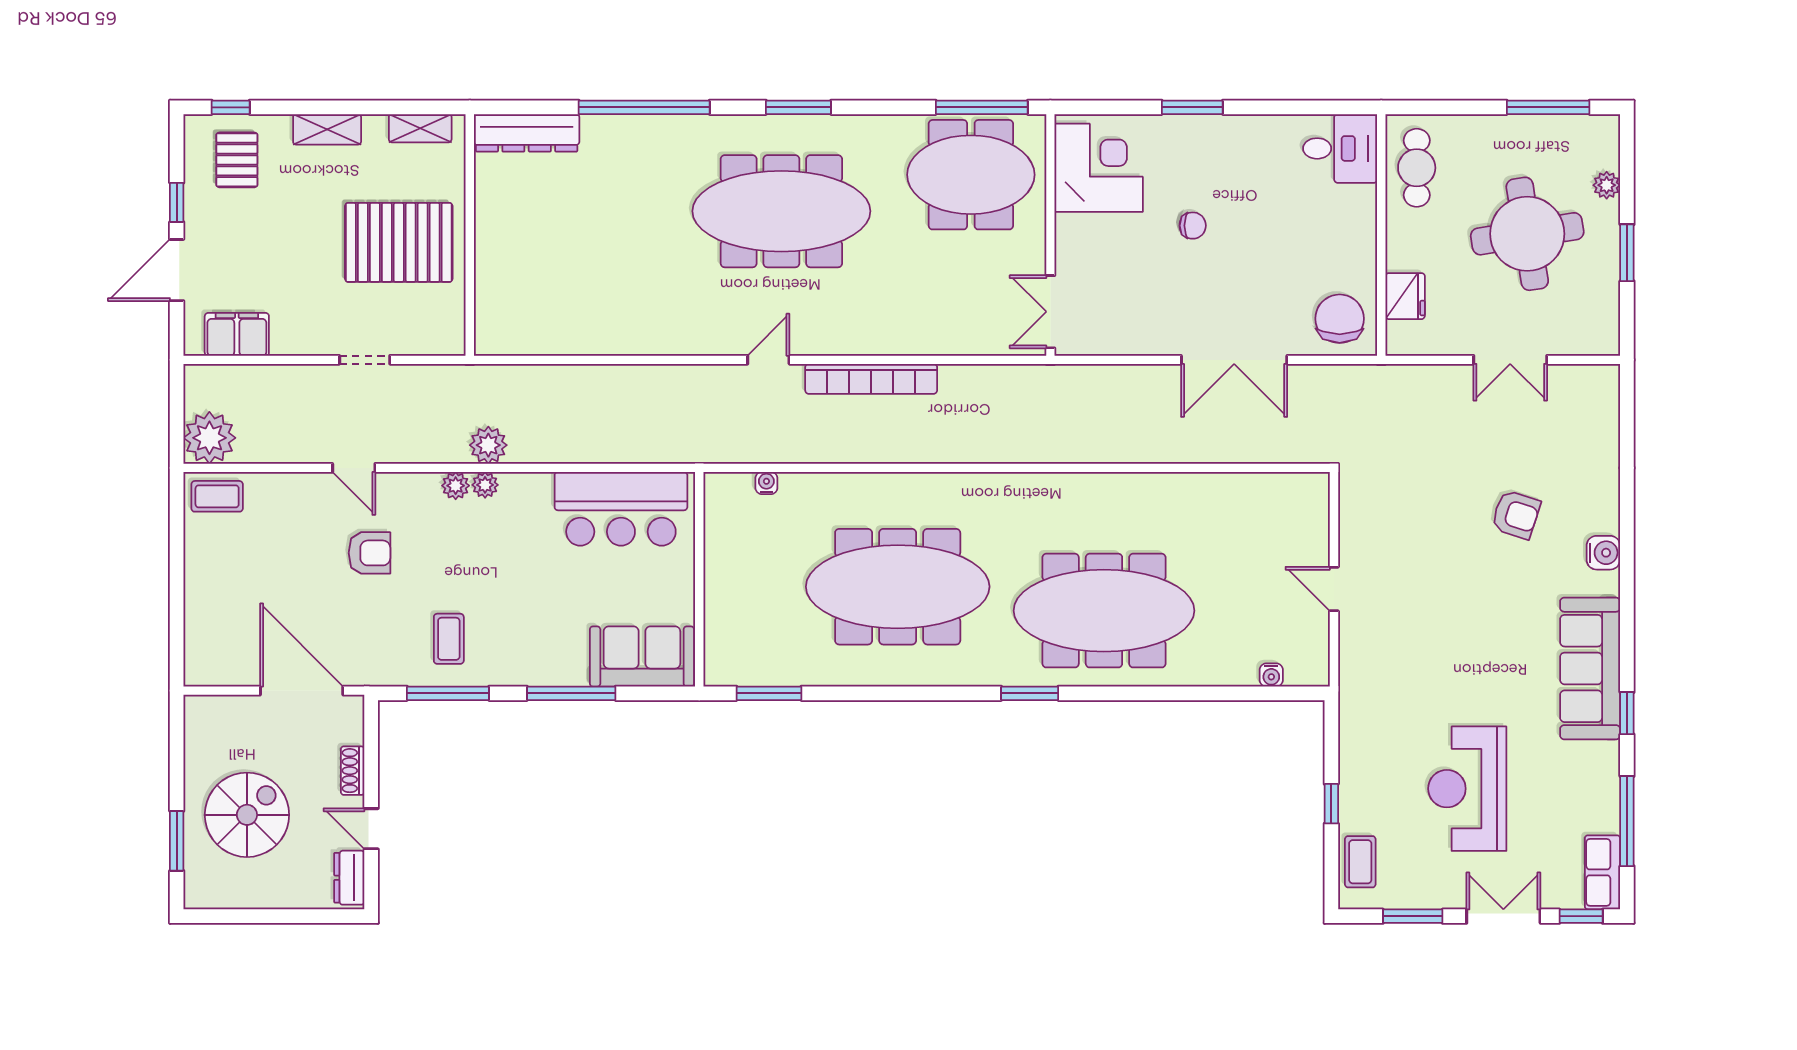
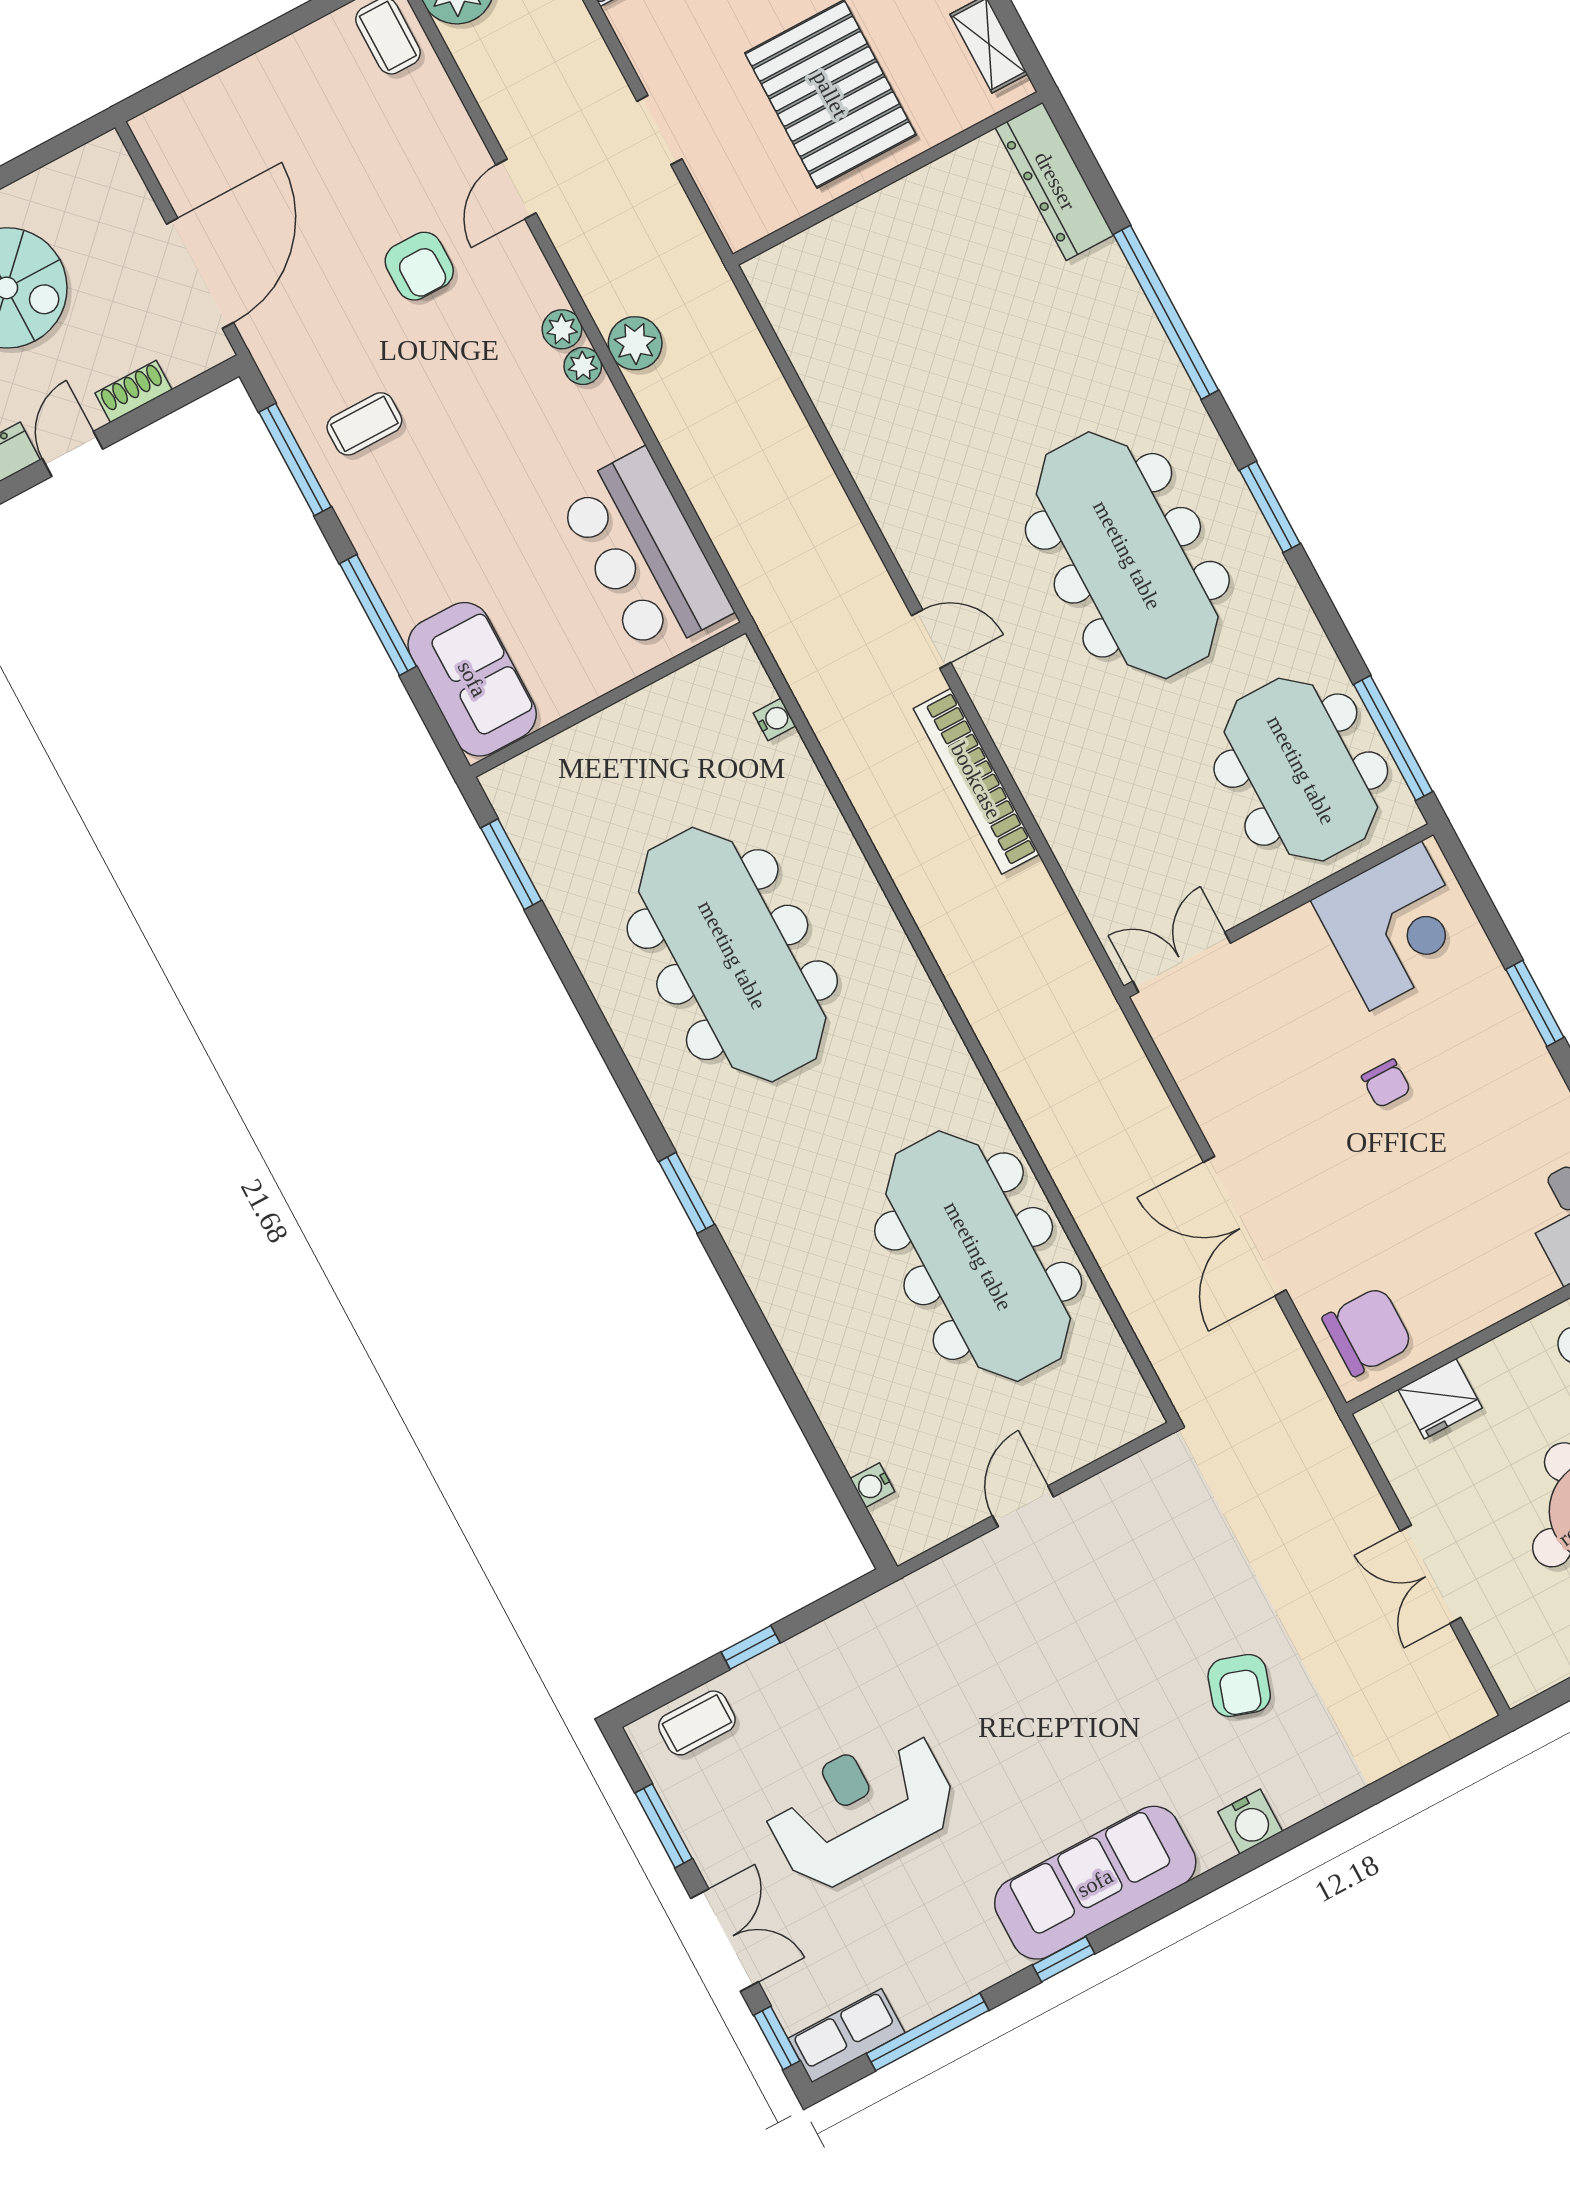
meeting table: (1104, 611) -> (978, 1256), moved

